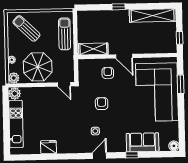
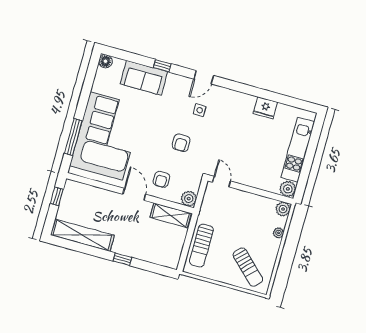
plant: (84, 65) -> (189, 199), added
parasol: (38, 67) -> (248, 214), removed
window: (181, 84) -> (73, 137), width x1.44

